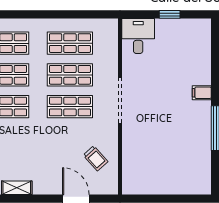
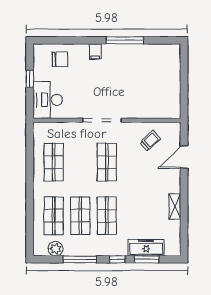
desk: (138, 36) -> (48, 100), width x1.37
chair: (193, 51) -> (60, 59), added
shop shelf: (70, 75) -> (80, 162), removed

